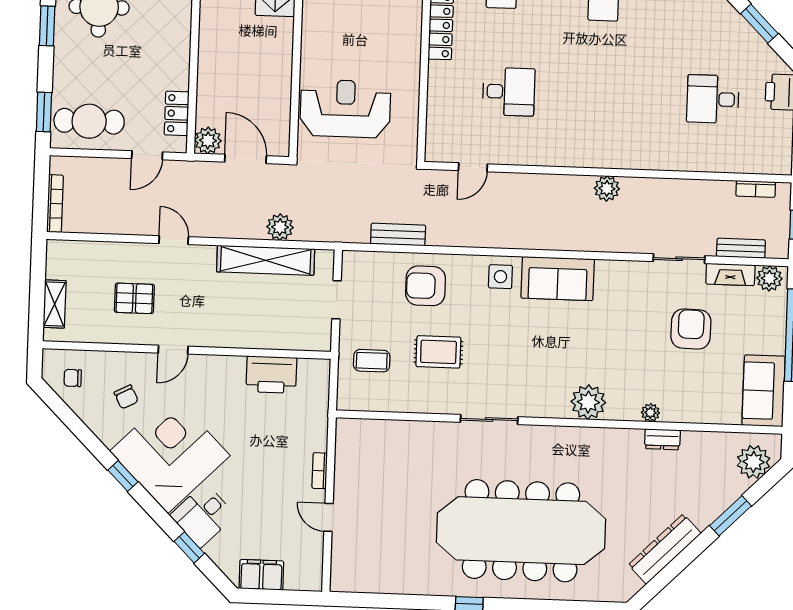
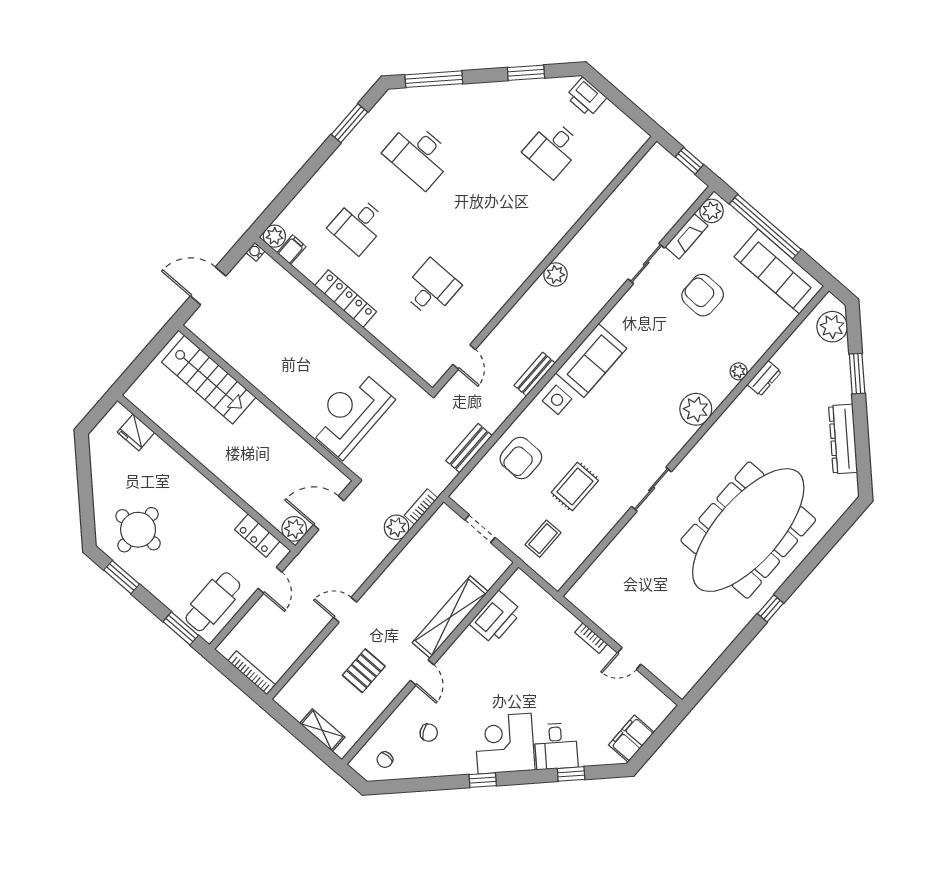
bookcase: (756, 189) -> (421, 507), moved, turned 180
bench: (741, 248) -> (535, 374), moved
shelving: (266, 260) -> (450, 617), moved
sofa: (764, 391) -> (779, 271), width x1.36
corner desk: (170, 453) -> (505, 744), width x0.74, depth x0.74

